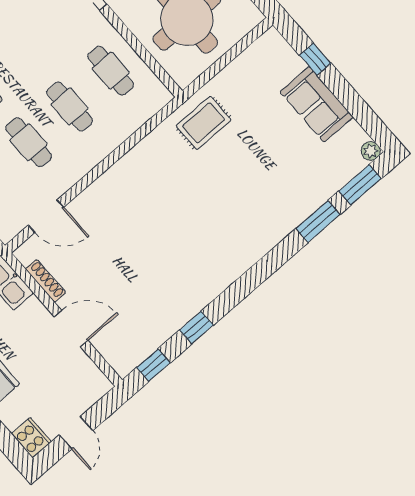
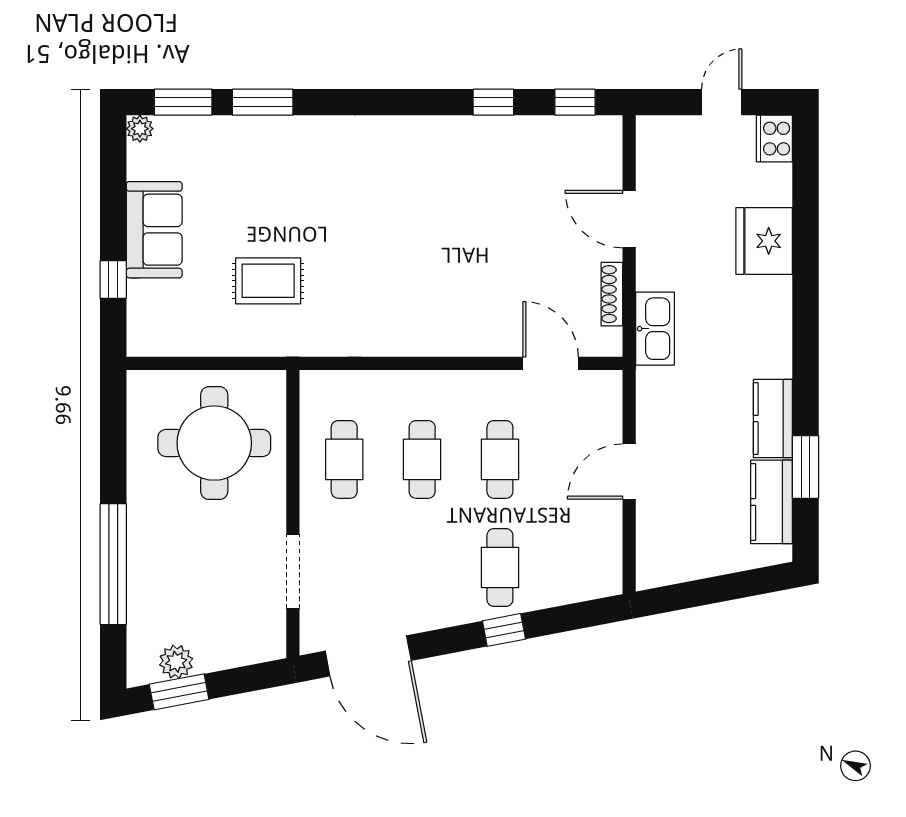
rug: (204, 123) -> (268, 281), moved

